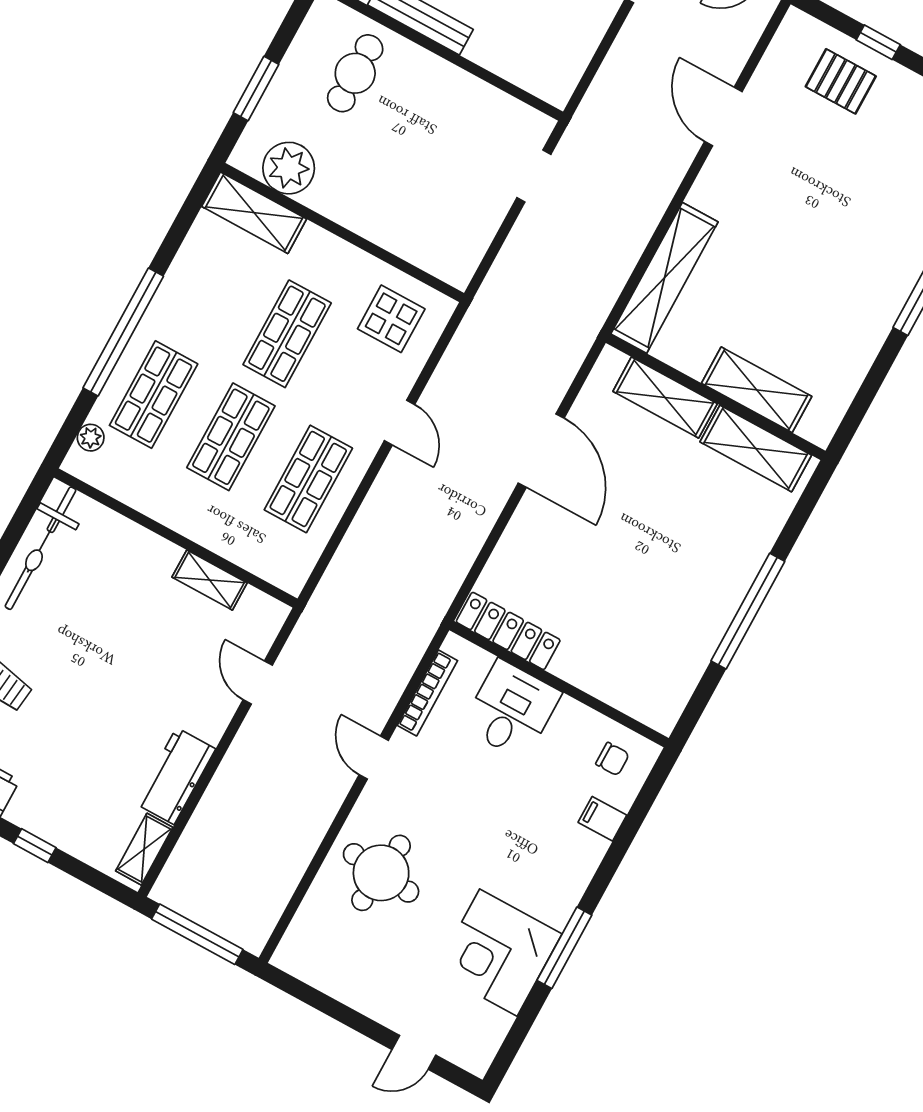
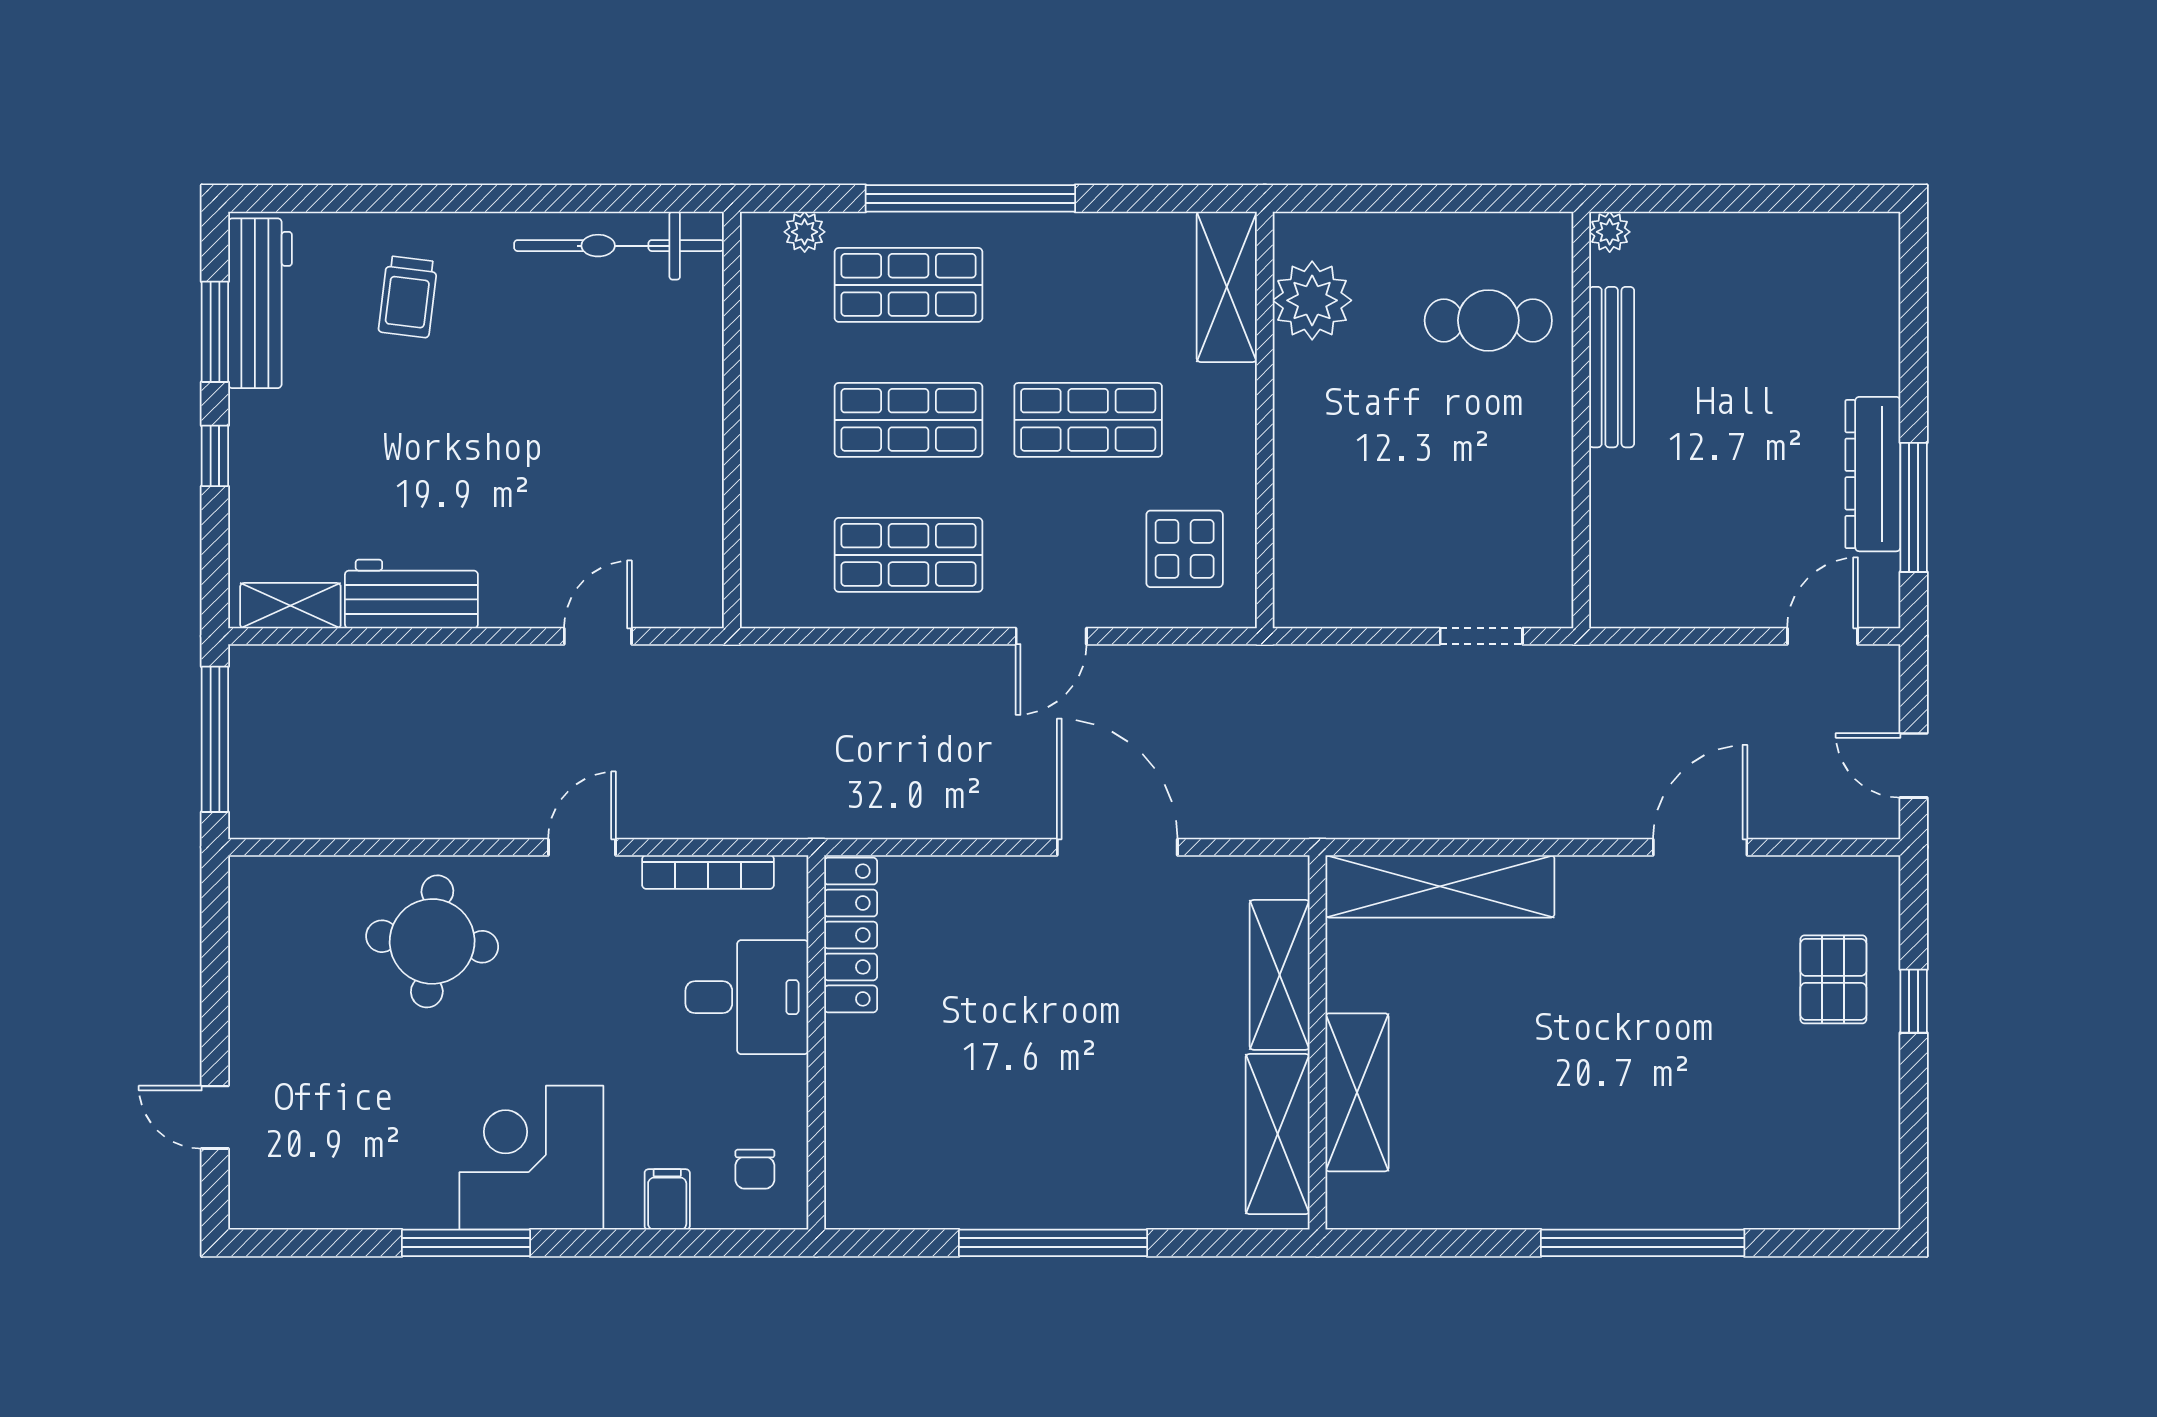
window: (256, 88) -> (1395, 198), removed
door: (541, 451) -> (1117, 847), swing flipped
shelving: (210, 580) -> (700, 496), removed
corner desk: (498, 953) -> (531, 1158), moved

